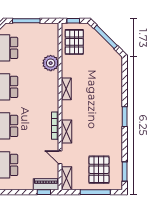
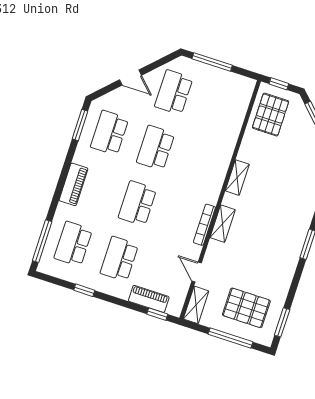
plant: (51, 63) -> (227, 134), removed
shelving: (66, 132) -> (223, 224), moved
pallet: (99, 170) -> (246, 308), turned 90
piano: (46, 184) -> (149, 299), moved

